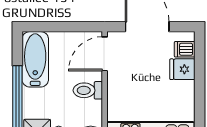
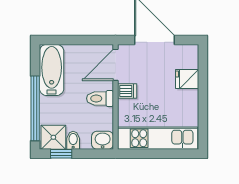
dishwasher: (185, 49) -> (127, 91), moved, turned 180

